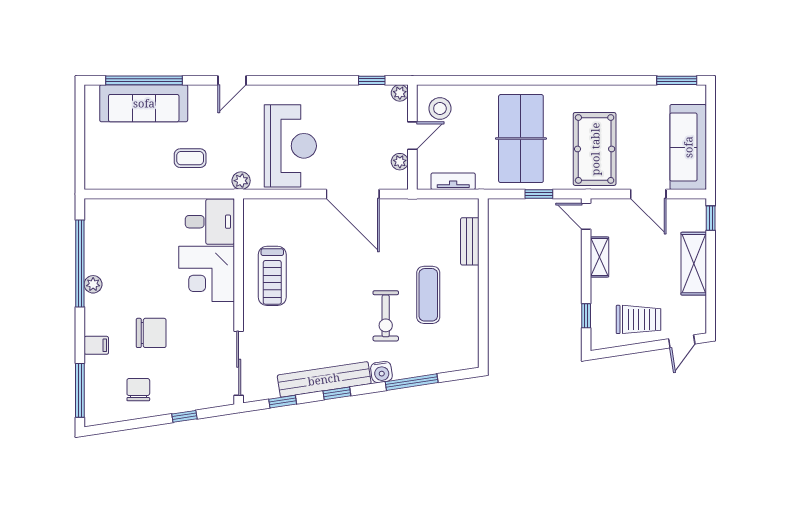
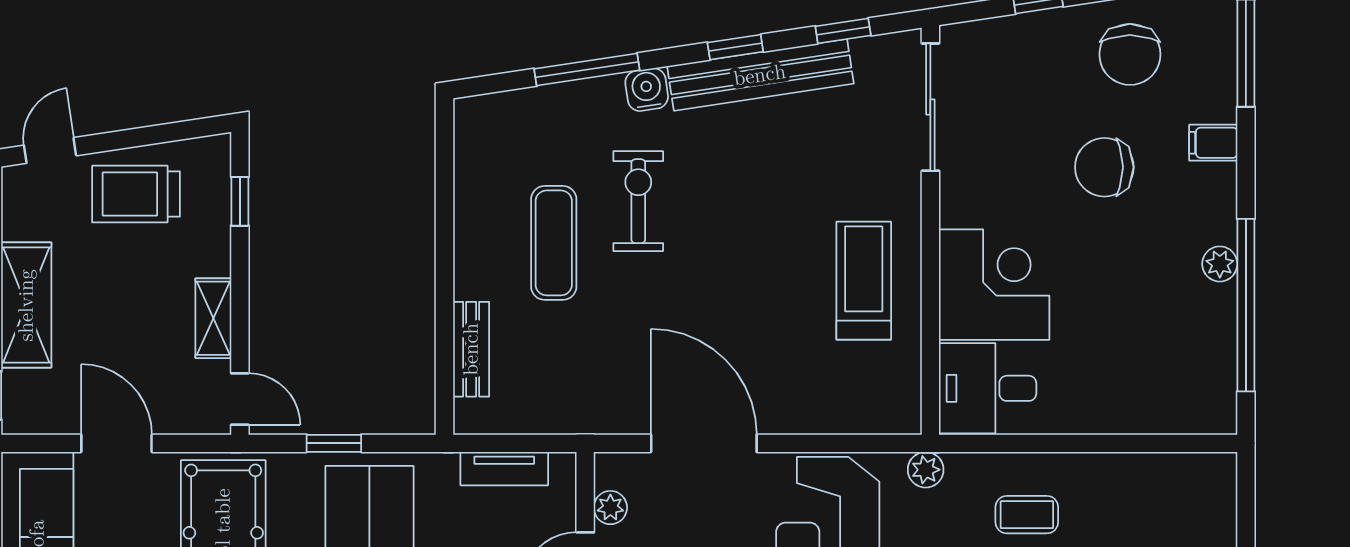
chair: (138, 390) -> (1130, 54), width x1.37, depth x1.37

